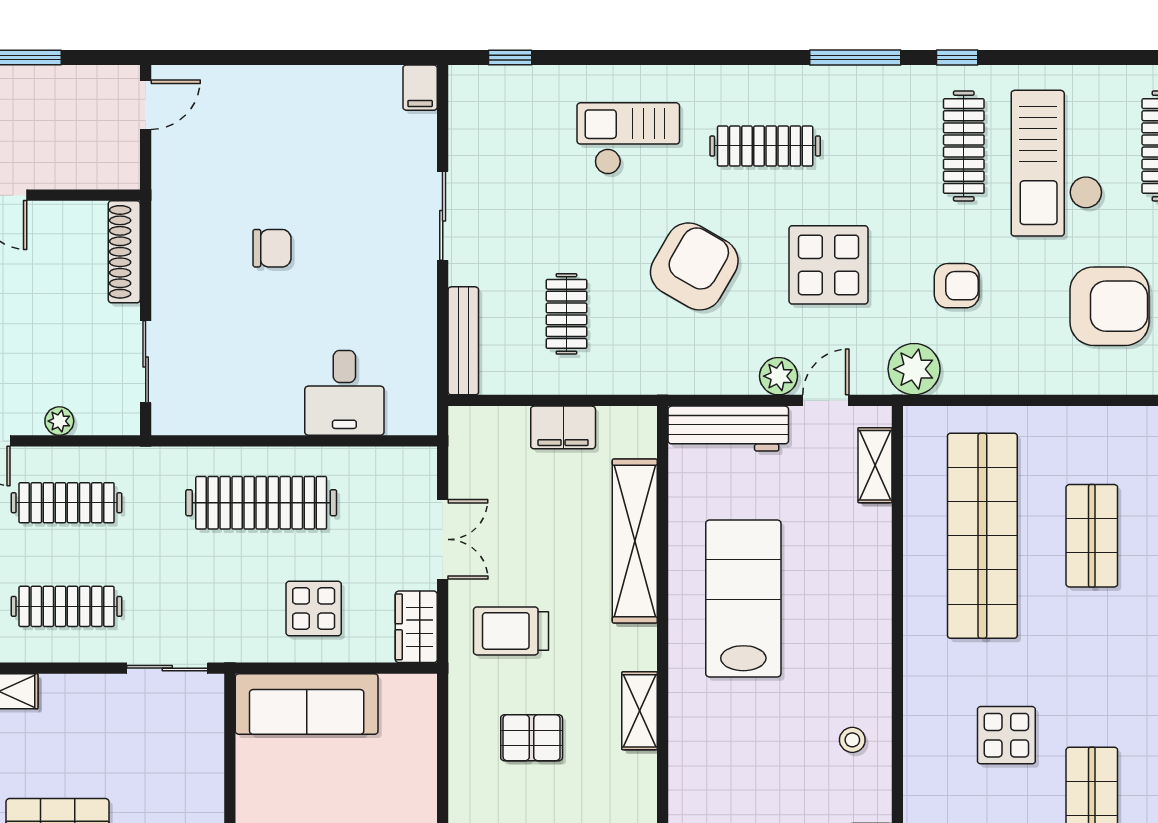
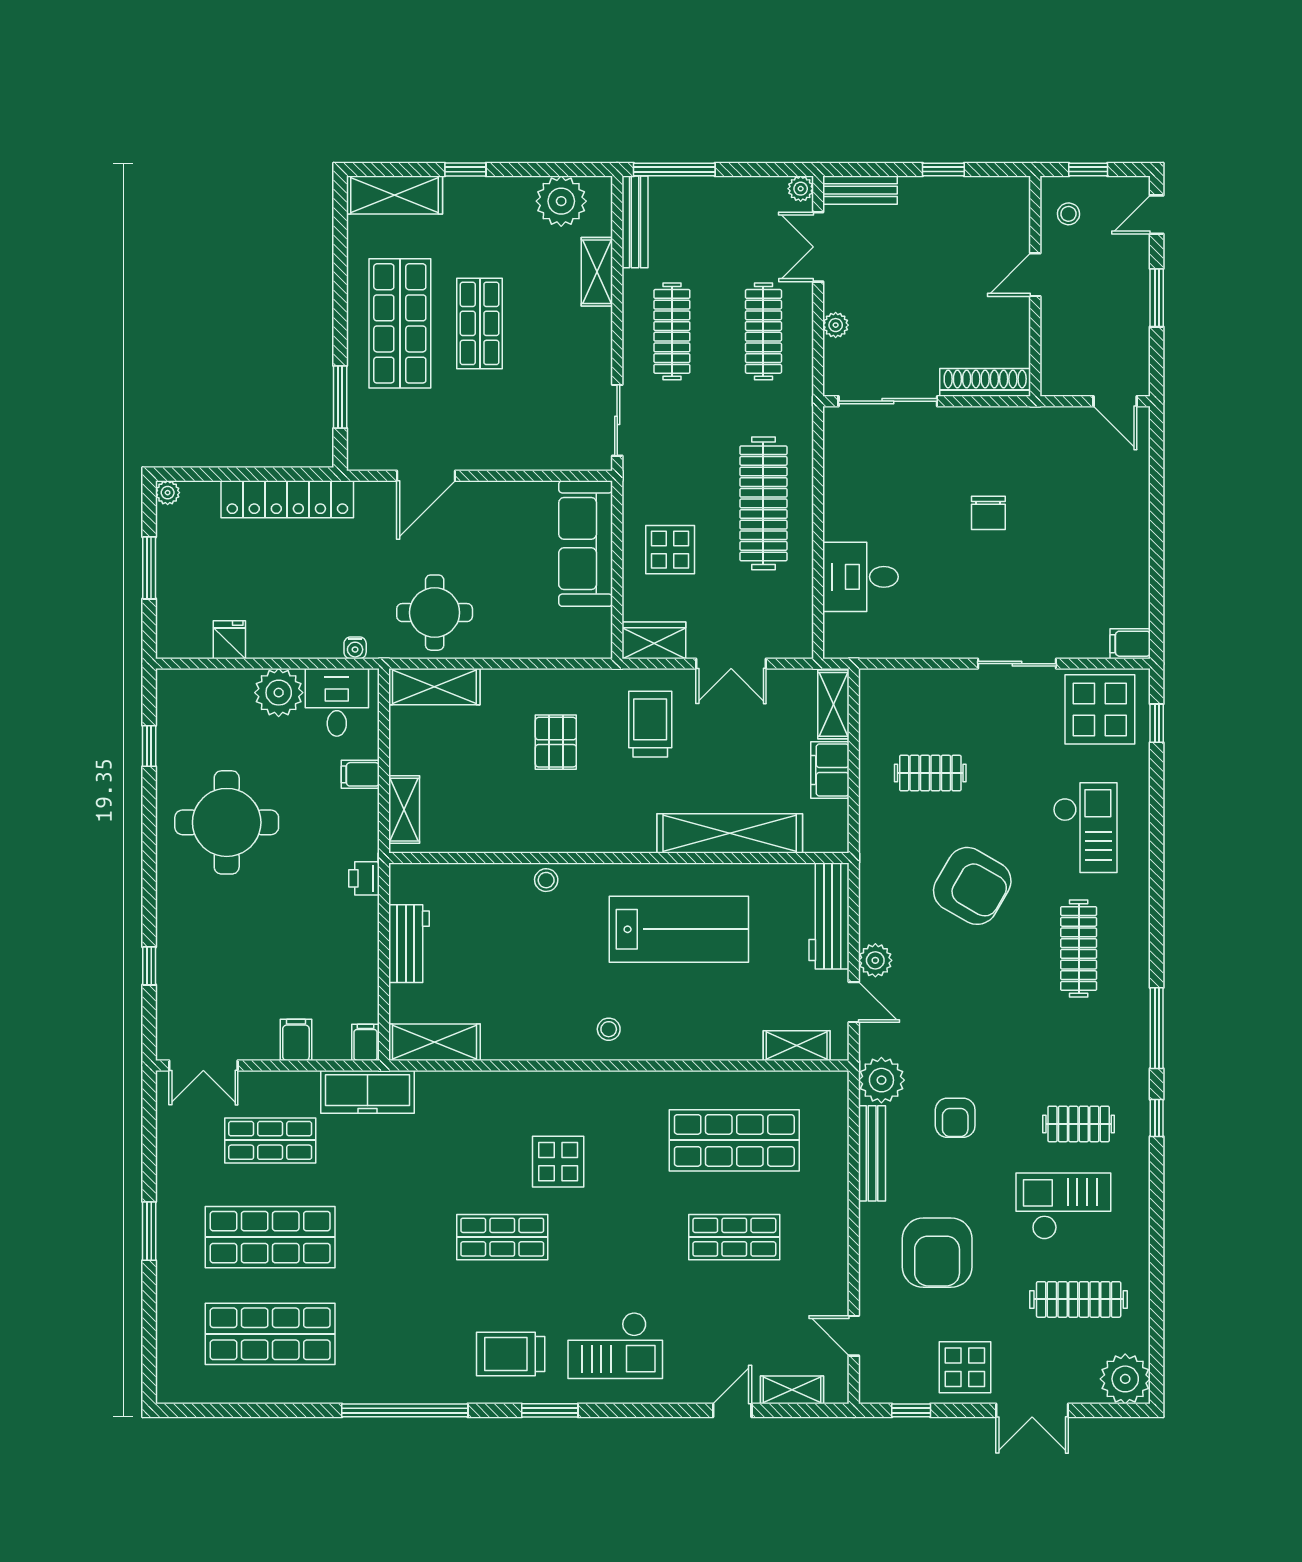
clothes rail: (964, 146) -> (1079, 1124), width x0.73
checkout: (1057, 163) -> (1063, 1206), width x0.73, depth x0.83
display table: (828, 265) -> (1100, 709), moved
bench: (463, 341) -> (872, 1153), moved, turned 90
sliding door: (146, 362) -> (888, 401), width x1.37
shop shelf: (982, 536) -> (734, 1140), width x0.71
shelving: (640, 711) -> (833, 704), moved, turned 90
stool: (852, 740) -> (609, 1029), moved
stool: (688, 749) -> (546, 880), added

